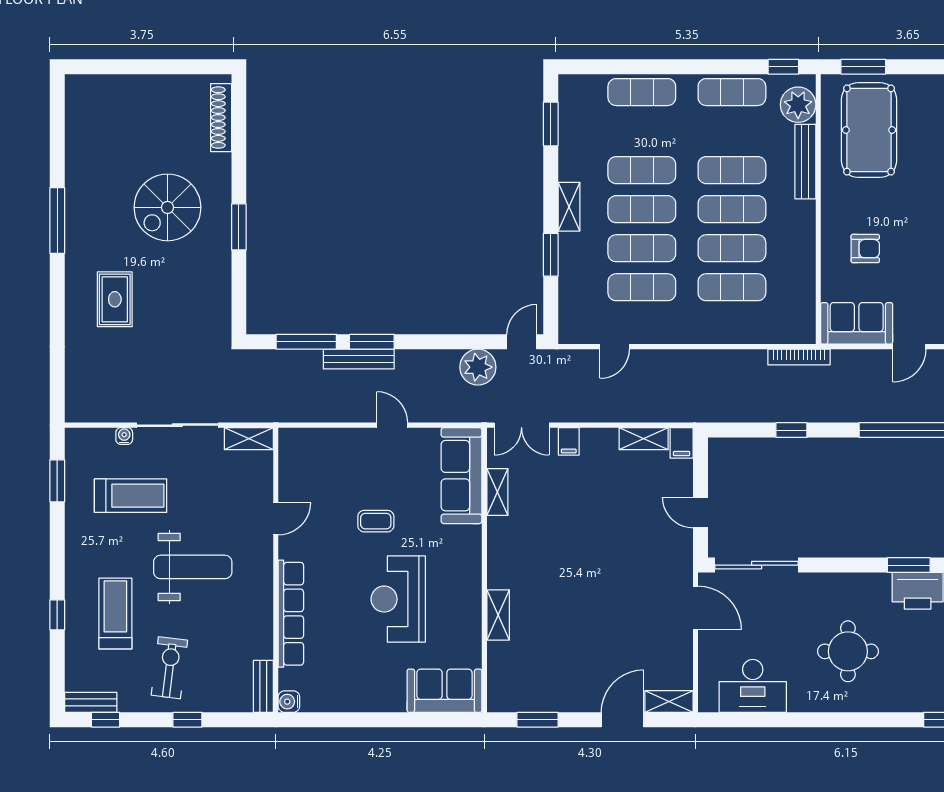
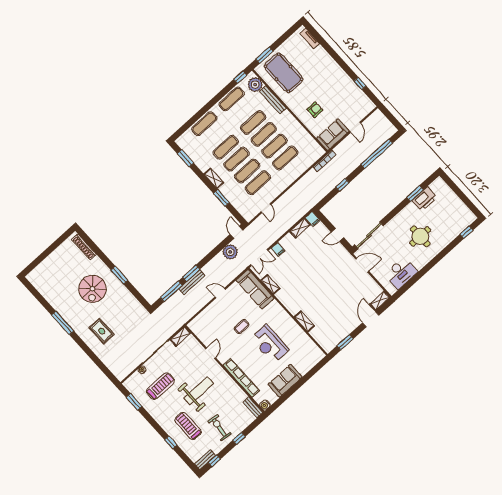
sofa: (444, 691) -> (285, 381), moved

